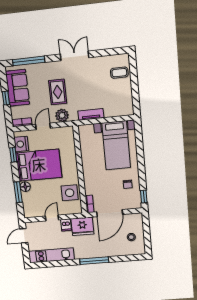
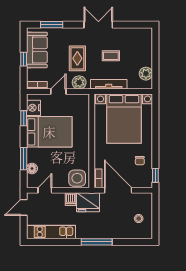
window: (29, 61) -> (52, 25), width x0.69
coffee table: (119, 73) -> (111, 56), moved
plant: (126, 100) -> (146, 74), added
tv unit: (91, 114) -> (109, 84), width x1.41
bed with nightstands: (116, 145) -> (124, 119), width x1.36
floor lamp: (25, 187) -> (32, 169), moved
side table: (70, 193) -> (77, 178), moved
door: (110, 213) -> (118, 190), swing flipped
door: (52, 218) -> (45, 190), moved

